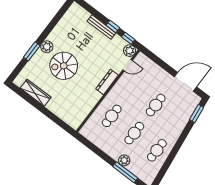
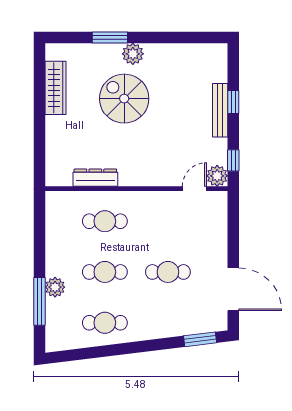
window: (113, 26) -> (233, 102), moved
door: (128, 65) -> (194, 189), swing flipped
dresser: (107, 82) -> (95, 178), moved

